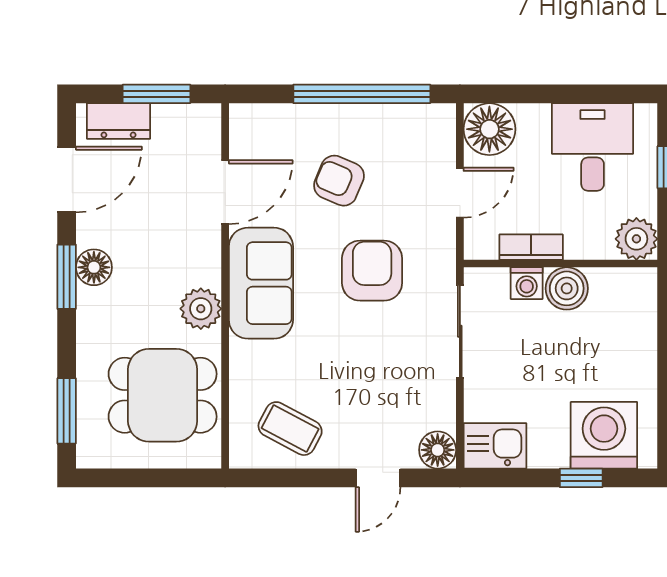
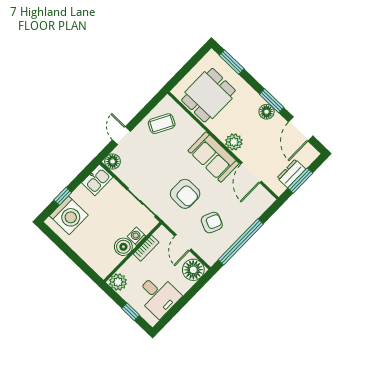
dresser: (118, 121) -> (291, 173), moved
armchair: (339, 181) -> (212, 223), moved
plant: (201, 309) -> (234, 142), moved

